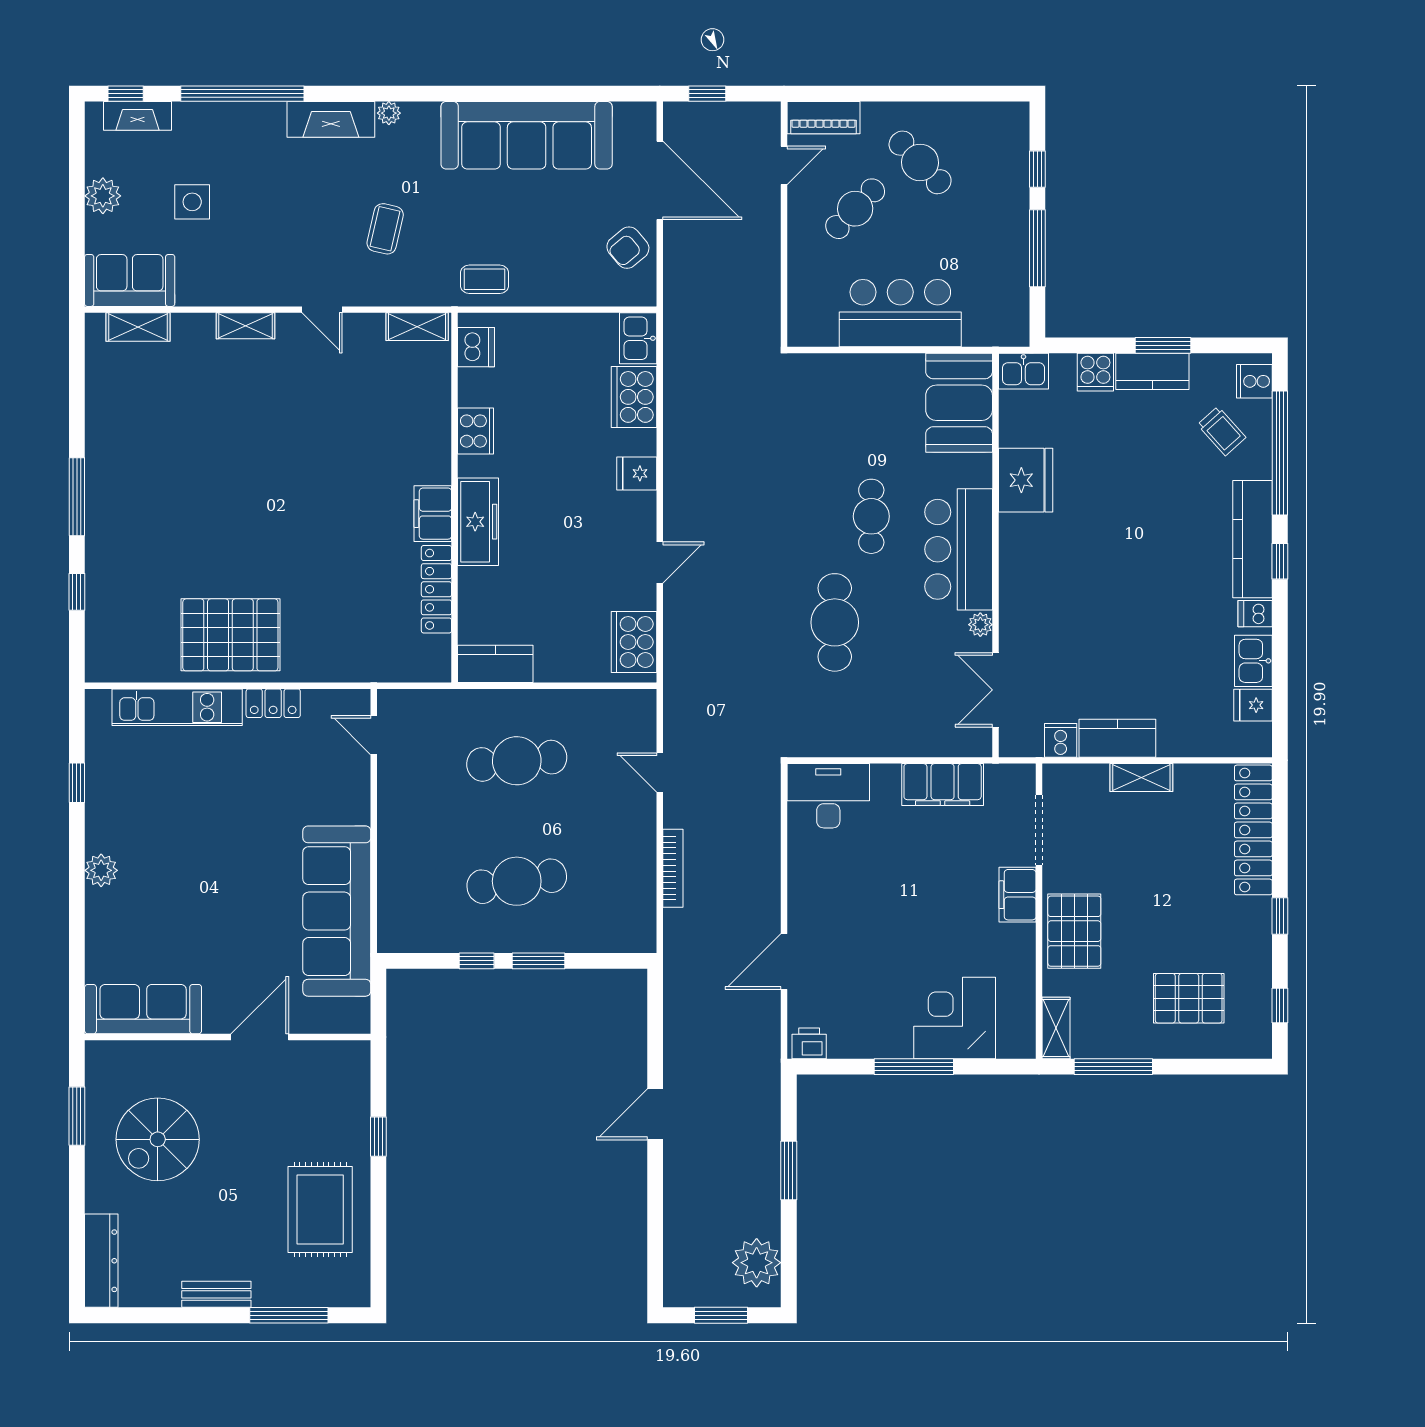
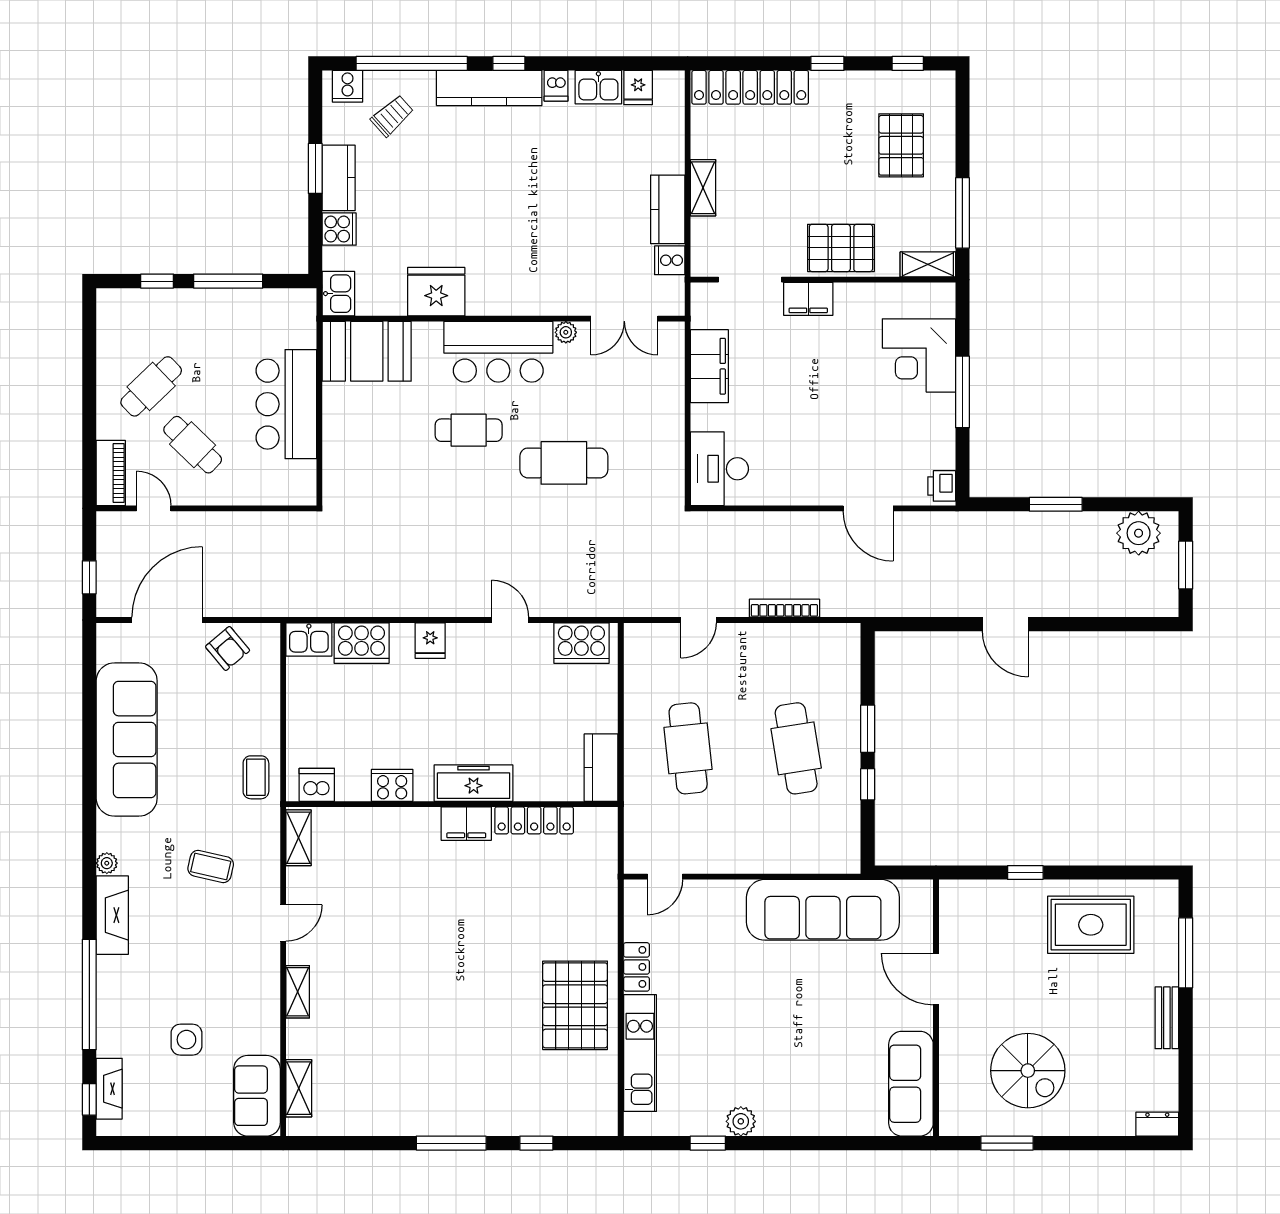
plant: (103, 196) -> (181, 1120), removed
plant: (101, 870) -> (741, 1121), moved
dresser: (101, 1261) -> (1157, 1124), width x0.51, depth x0.80

